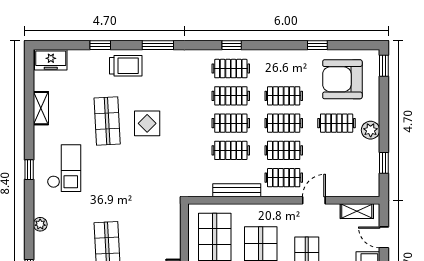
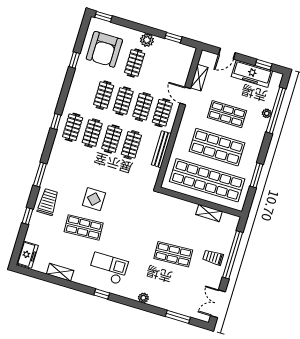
shelving: (357, 211) -> (199, 78), moved

